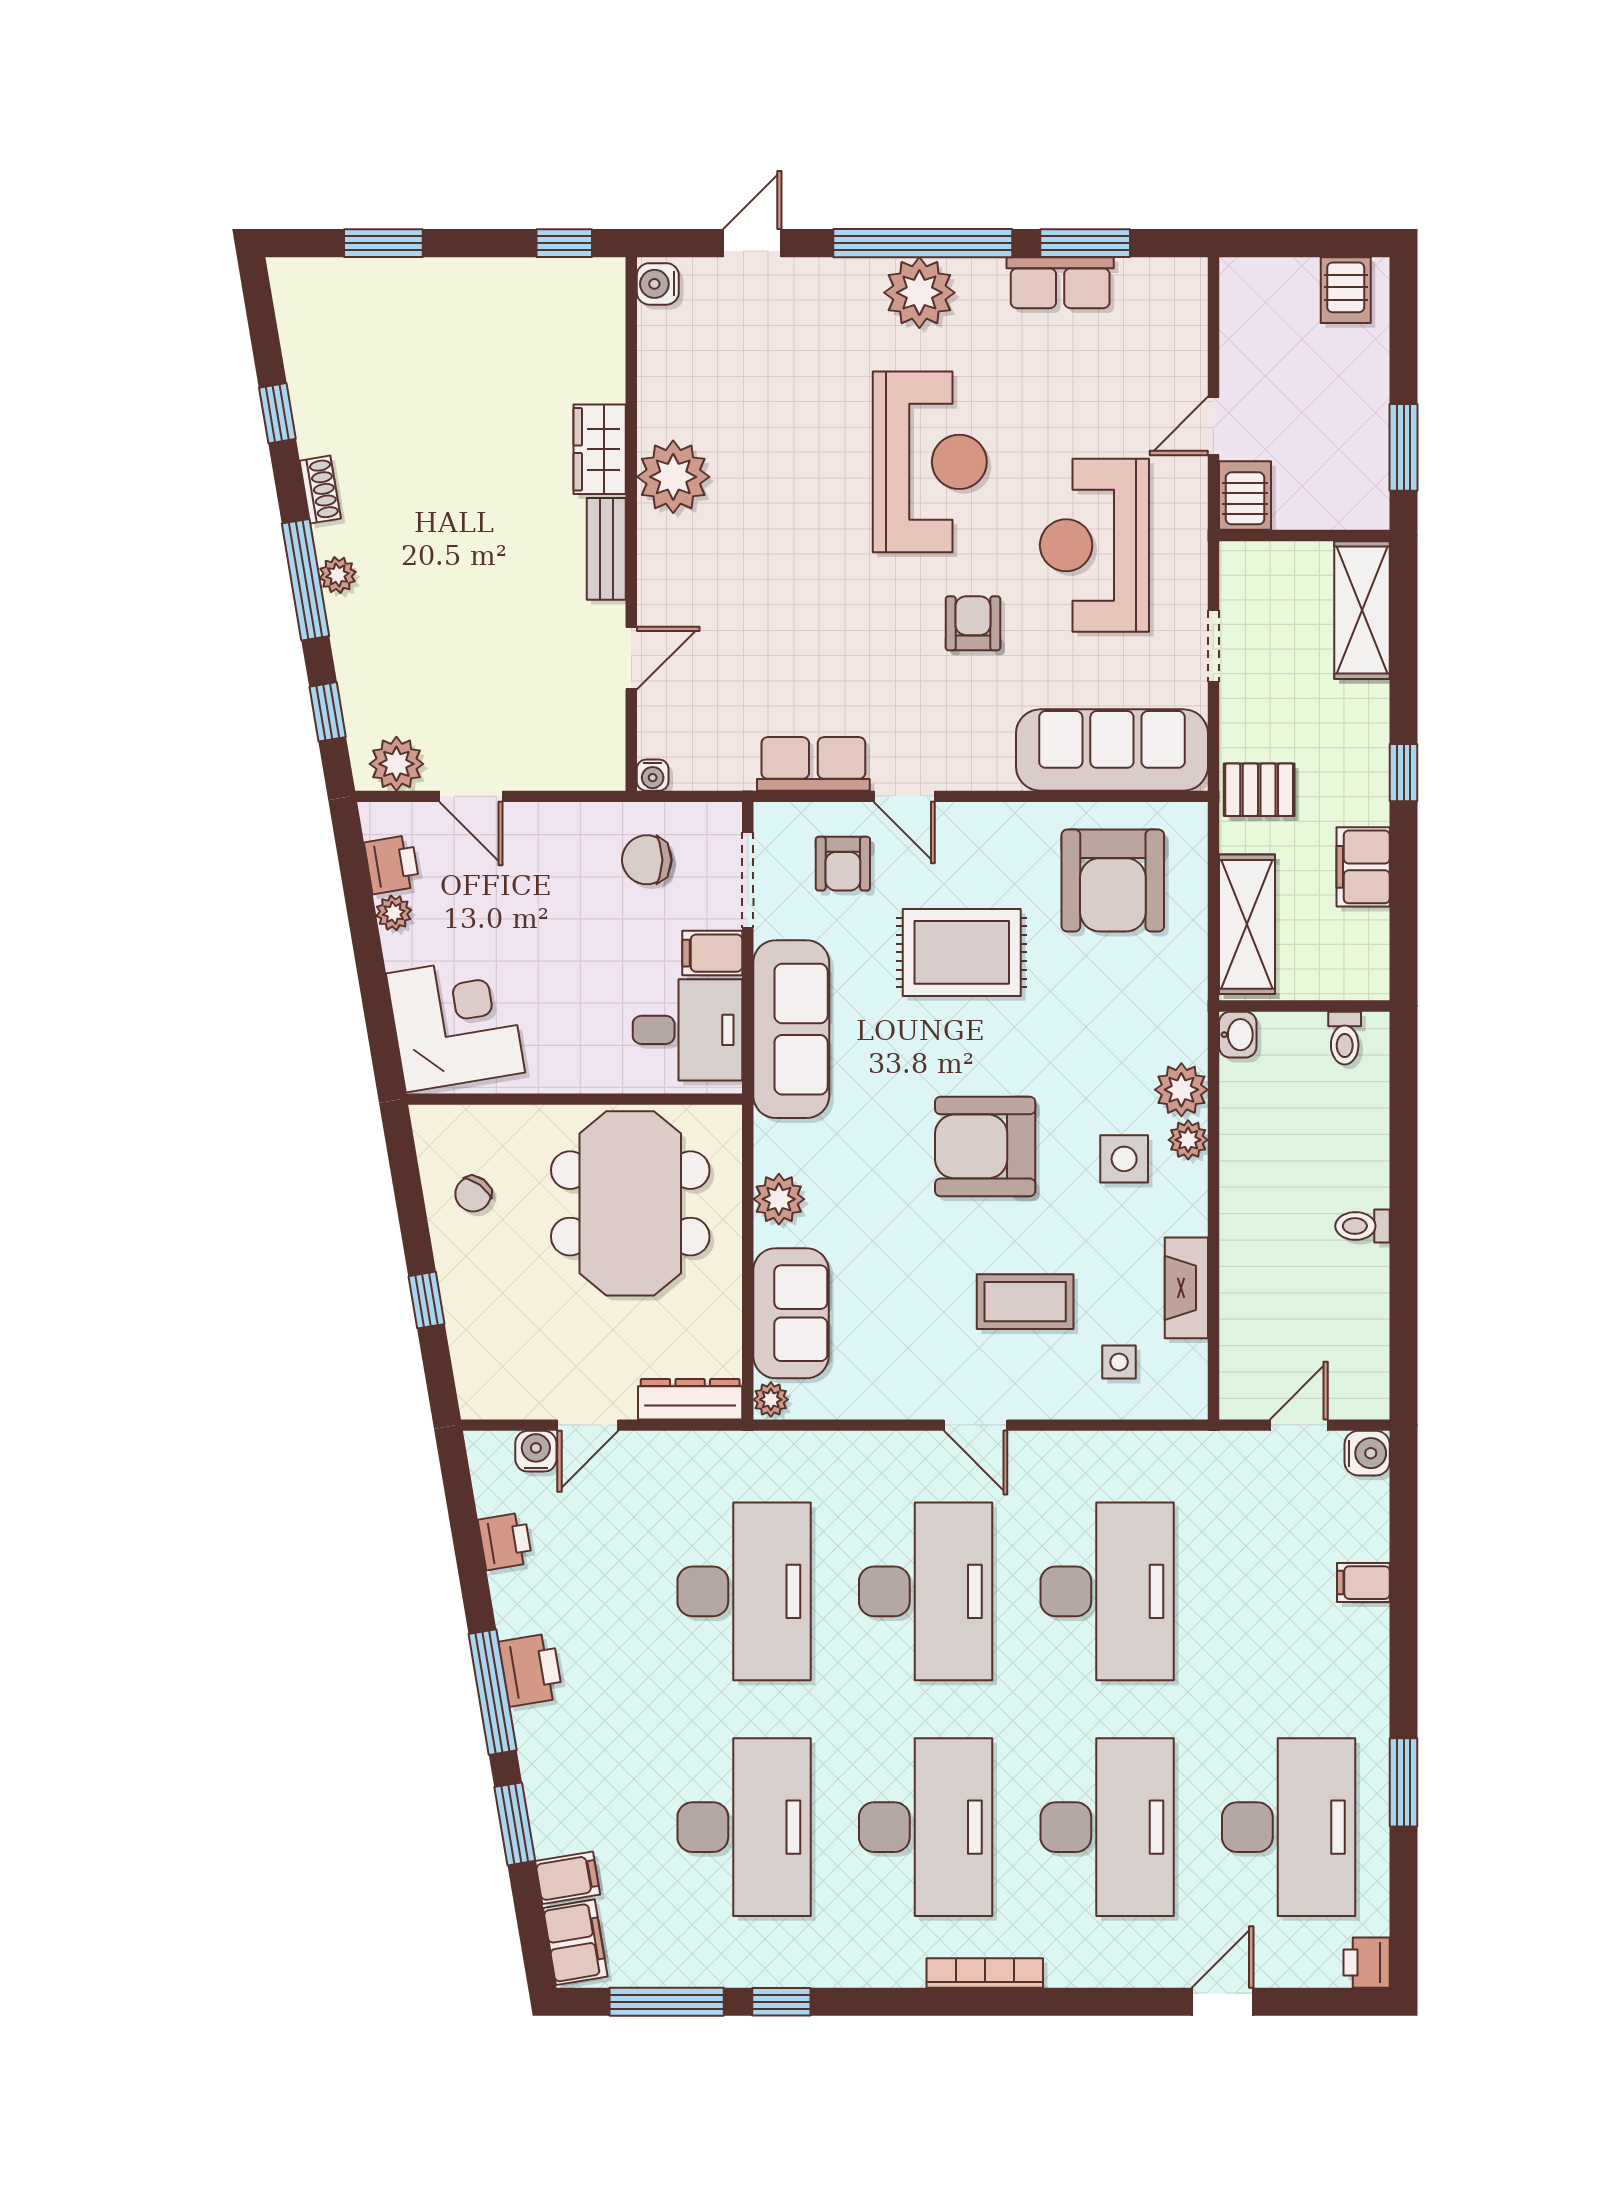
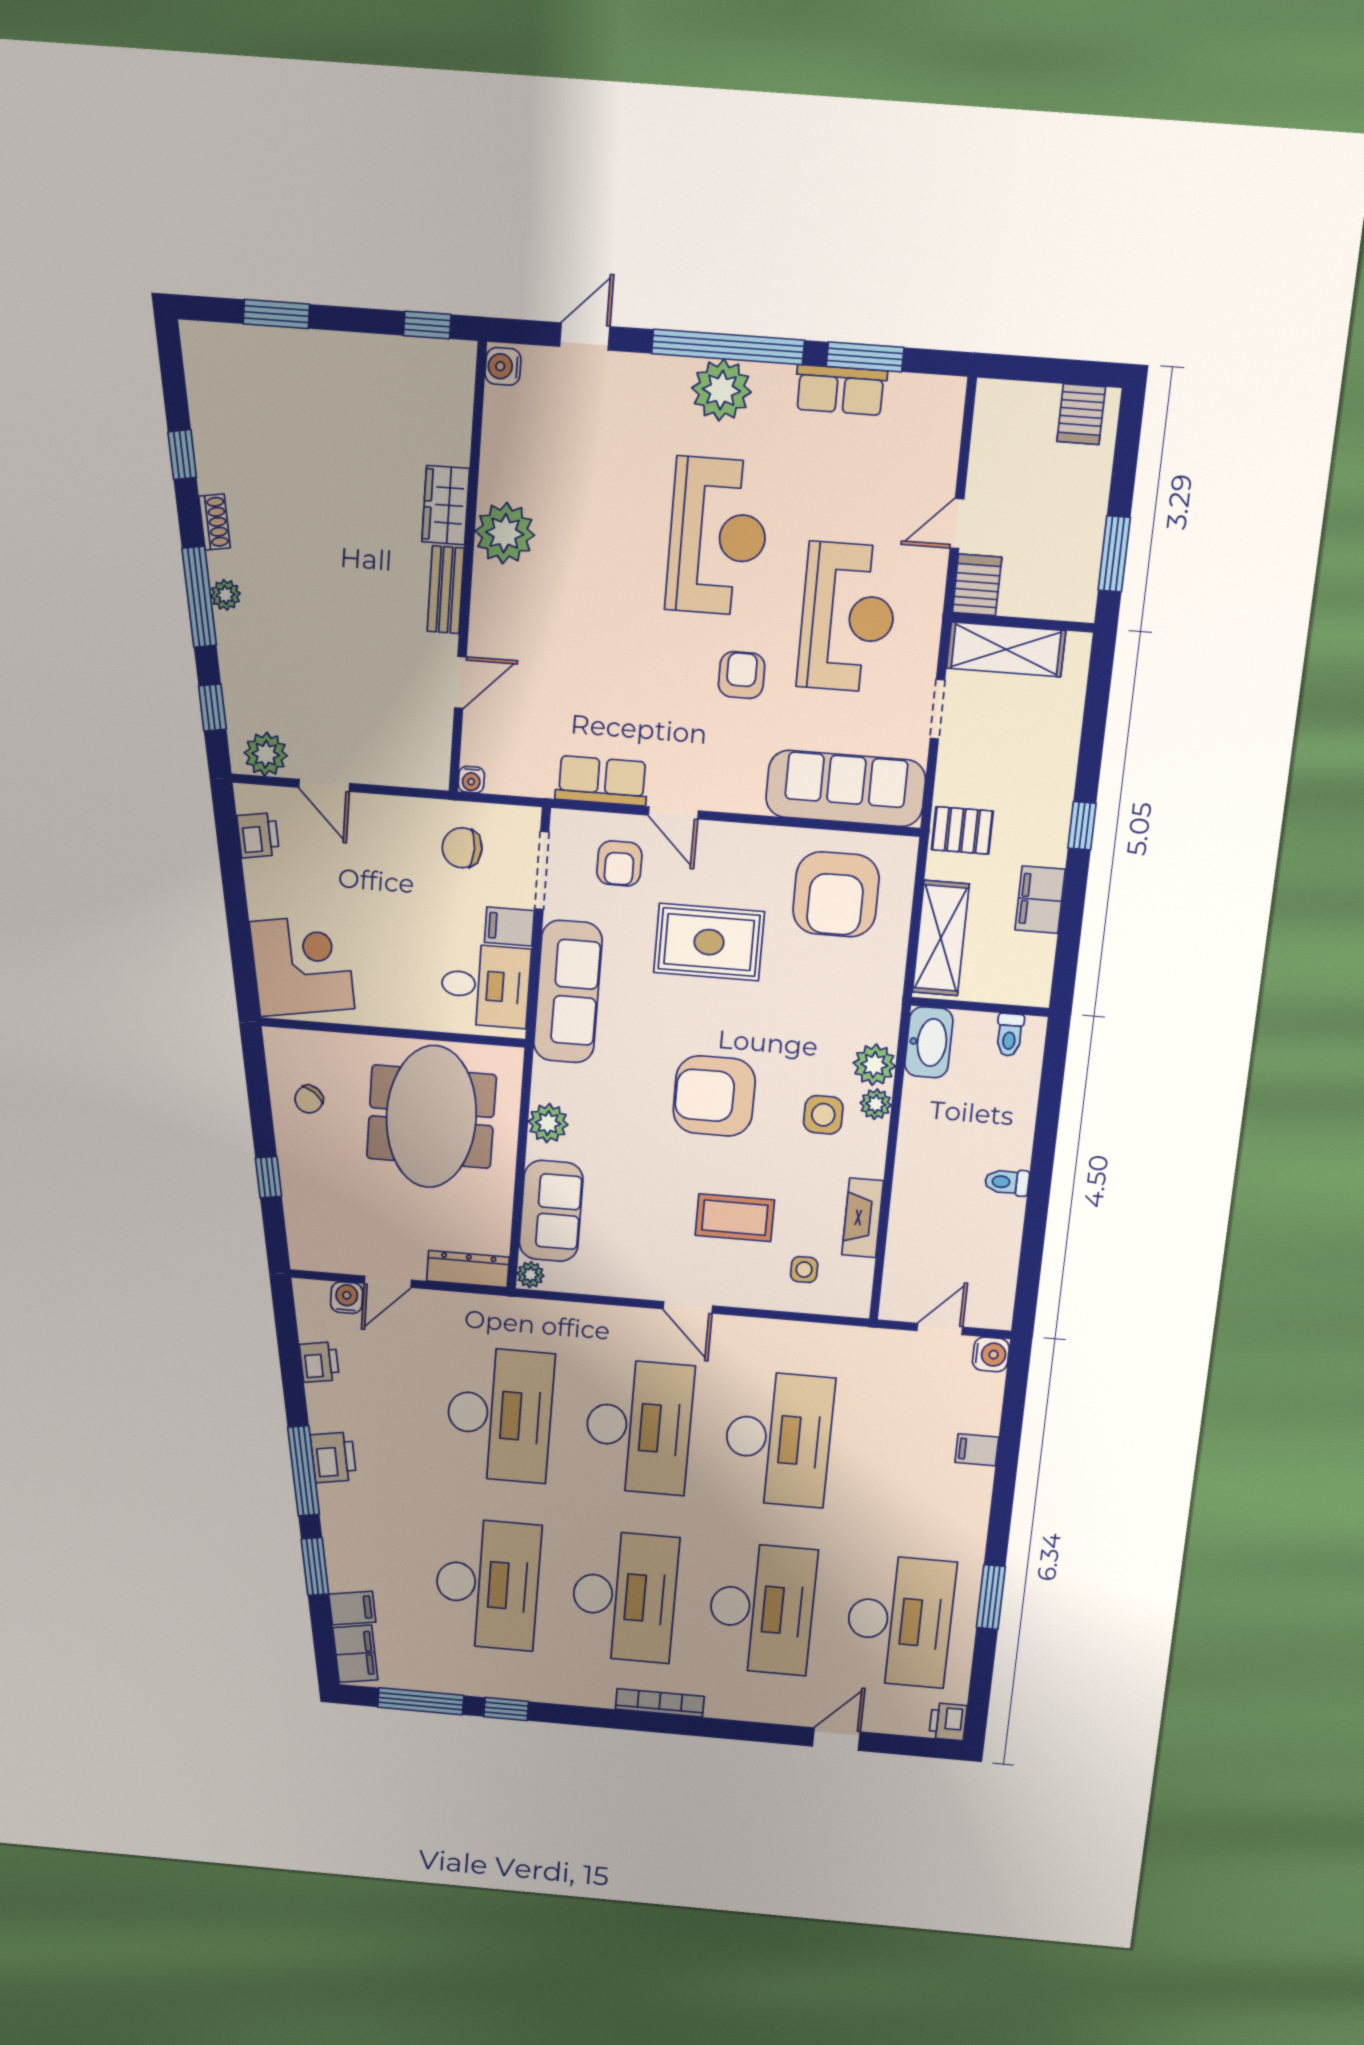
reception desk: (1094, 545) -> (848, 617), turned 180
shelving: (1362, 610) -> (1006, 649), moved, turned 90
plant: (394, 913) -> (258, 874), removed
washbasin: (1238, 1035) -> (929, 1042), width x1.91, depth x1.45

